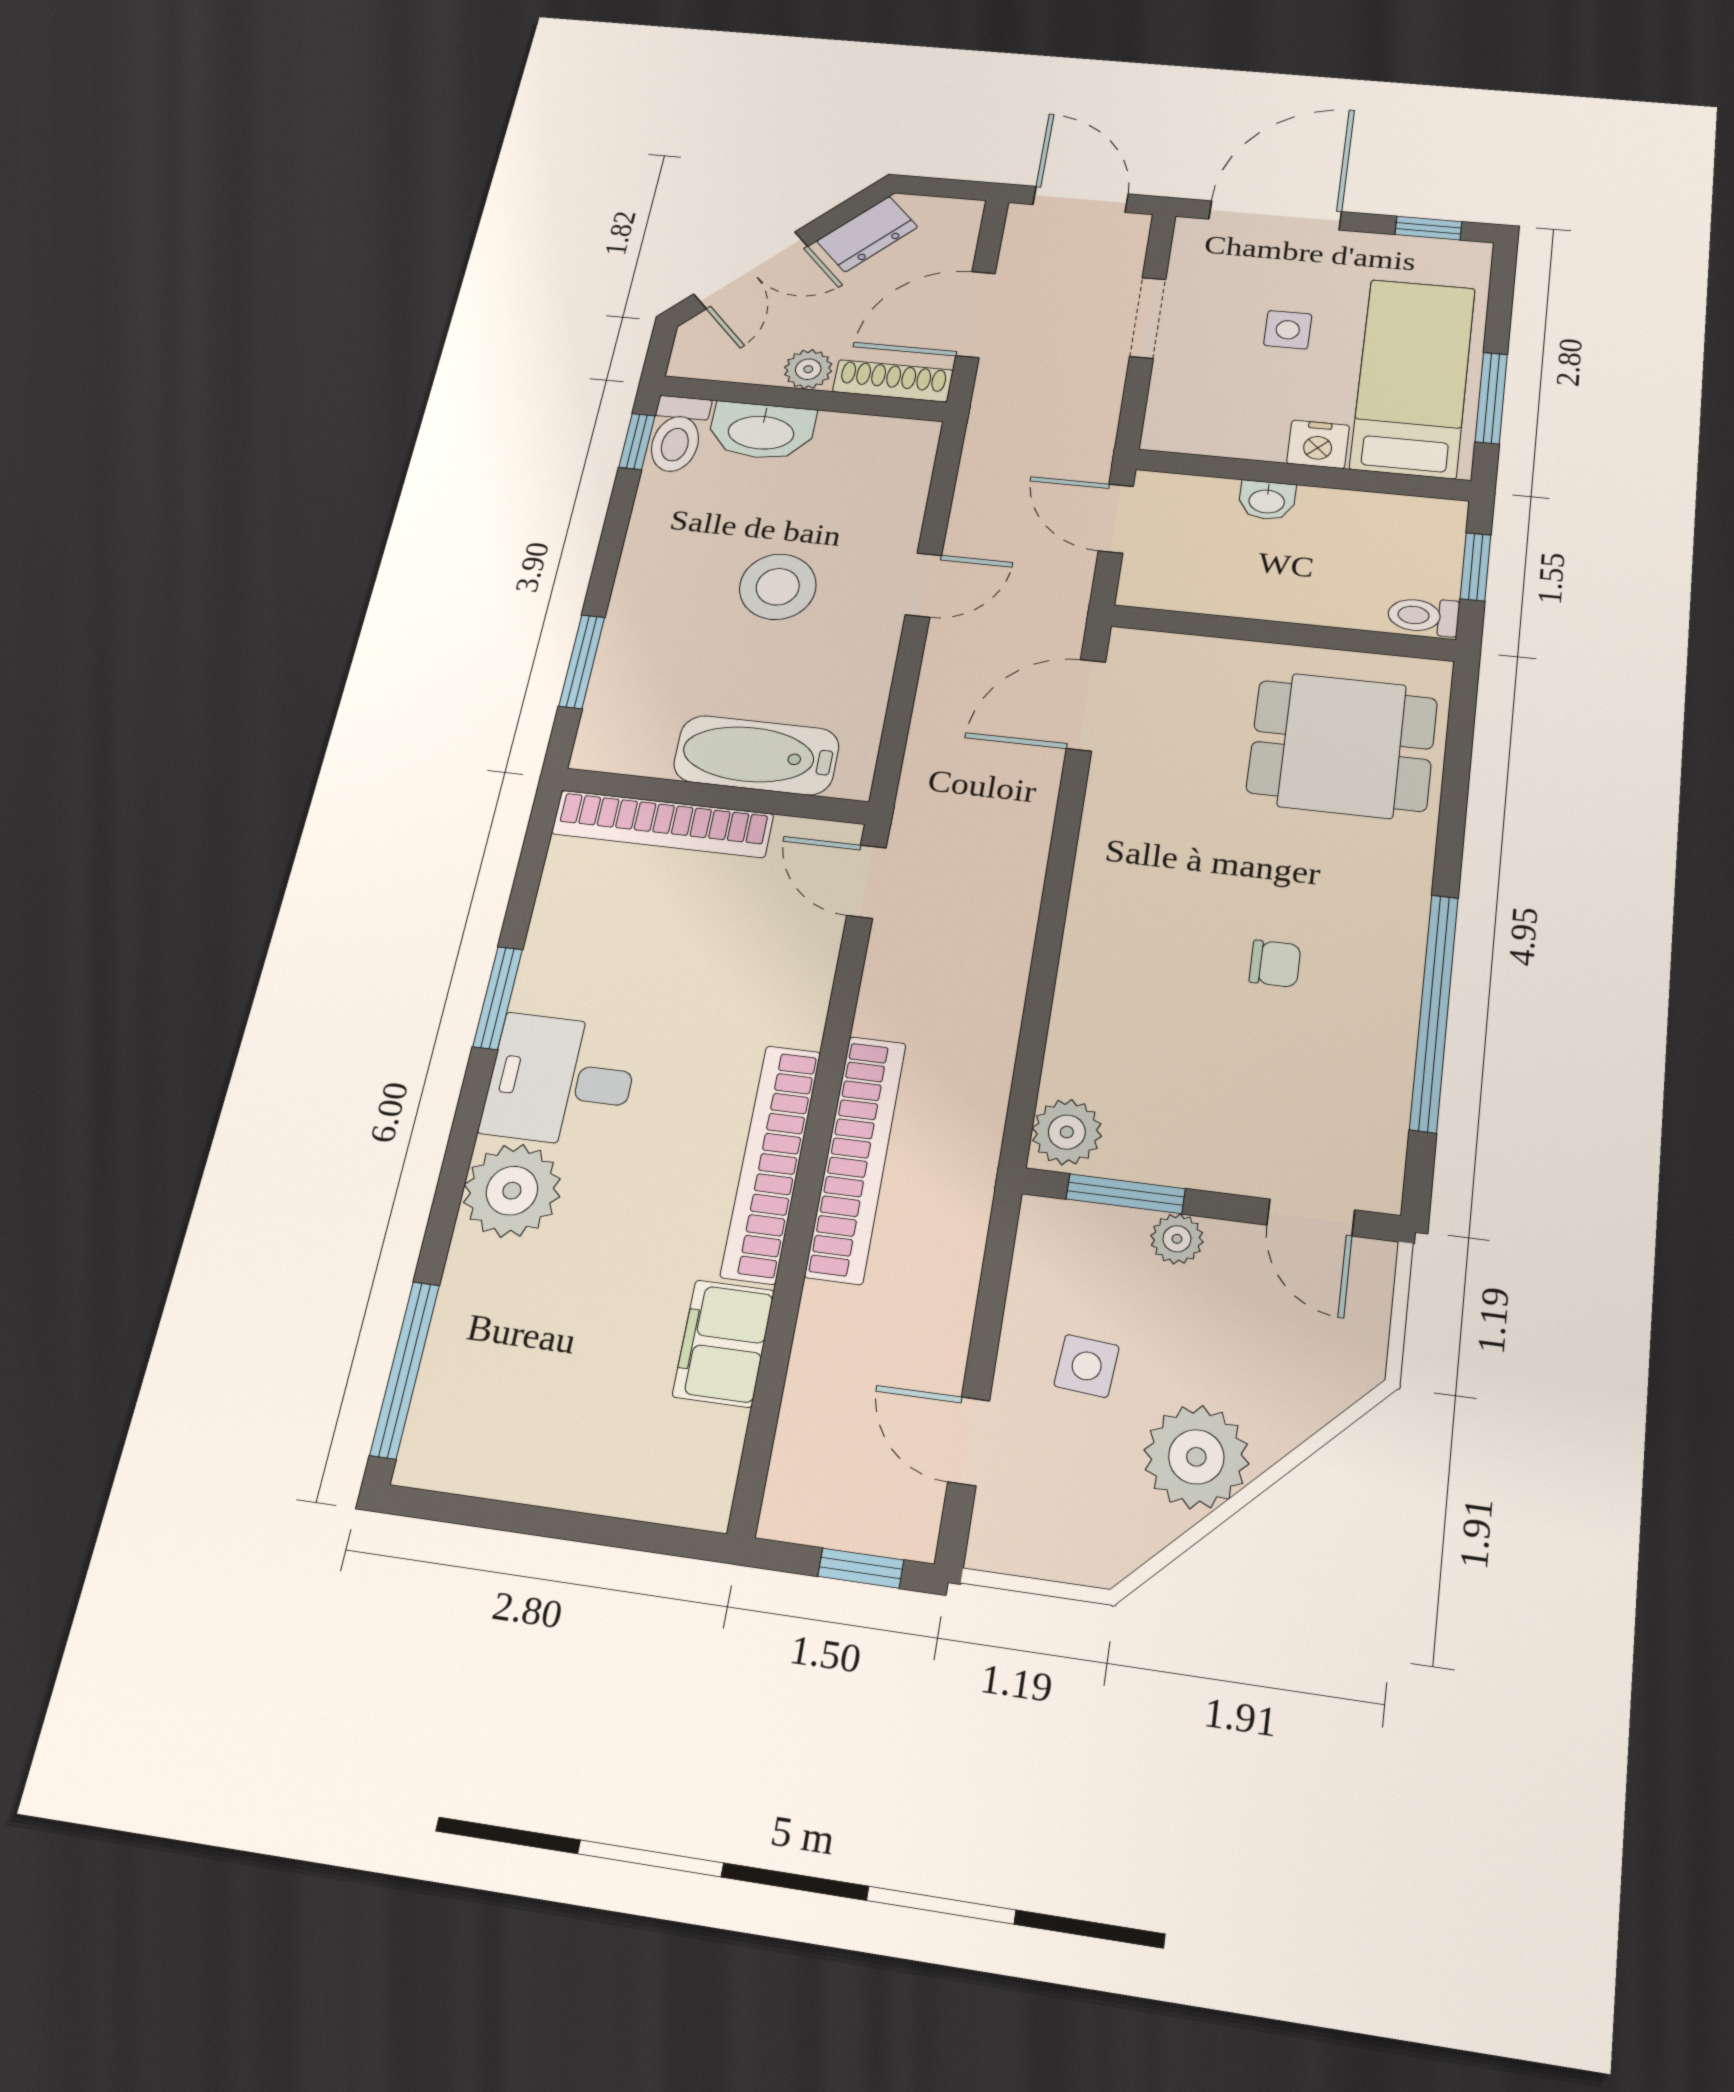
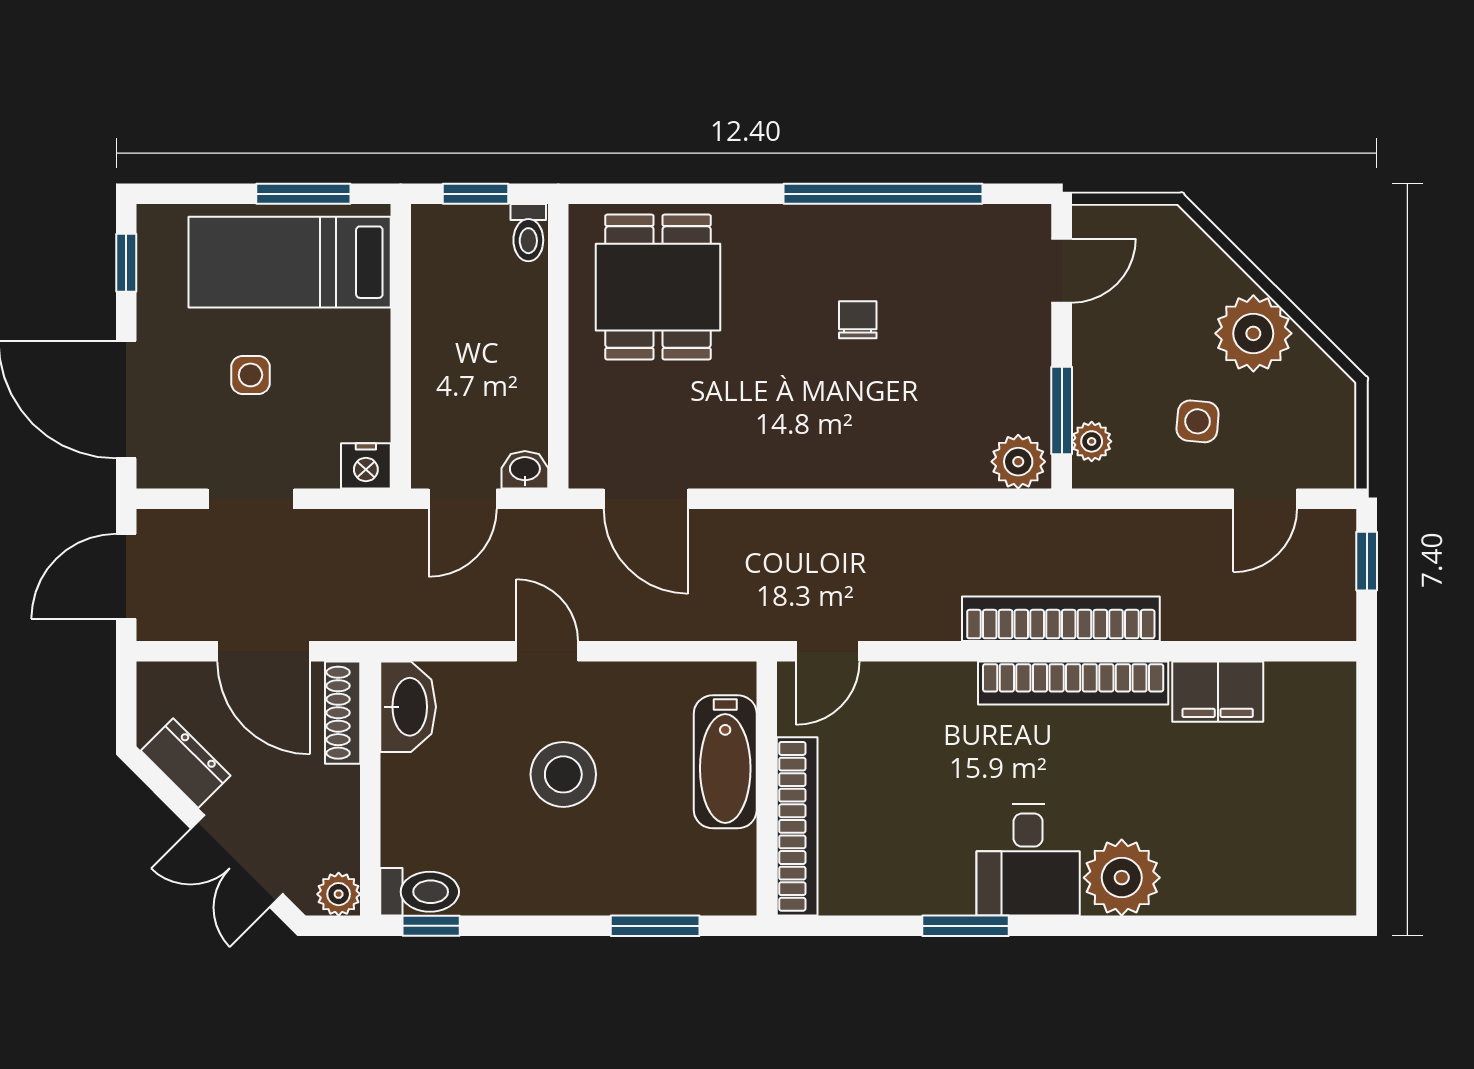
double door: (751, 270) -> (237, 861), swing flipped
plant: (808, 369) -> (339, 894), moved
washbasin: (761, 431) -> (408, 707), moved
nightstand: (1318, 444) -> (366, 466), moved, turned 90
washbasin: (1267, 500) -> (525, 470), moved, turned -90
plant: (1177, 1239) -> (1092, 441), moved
window: (405, 1369) -> (1270, 926), removed

